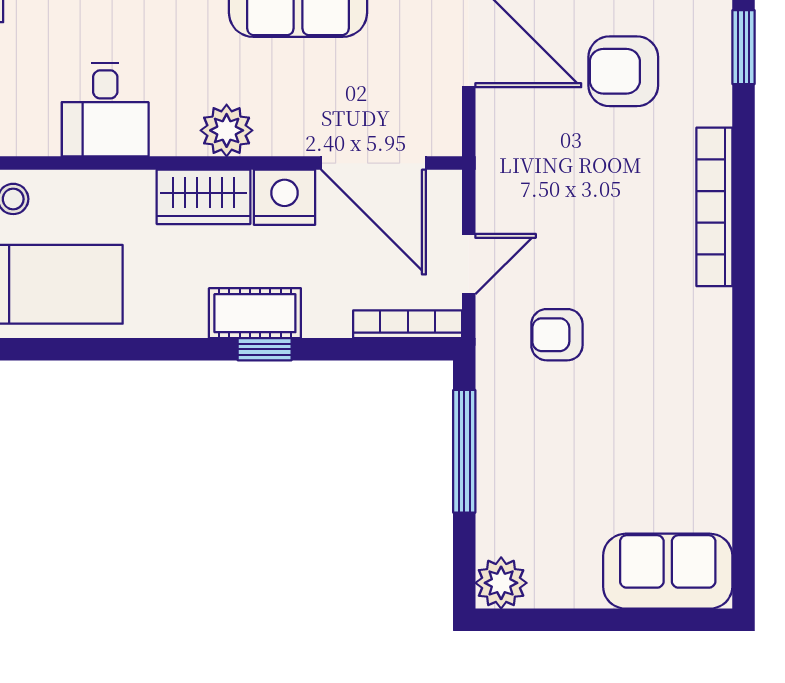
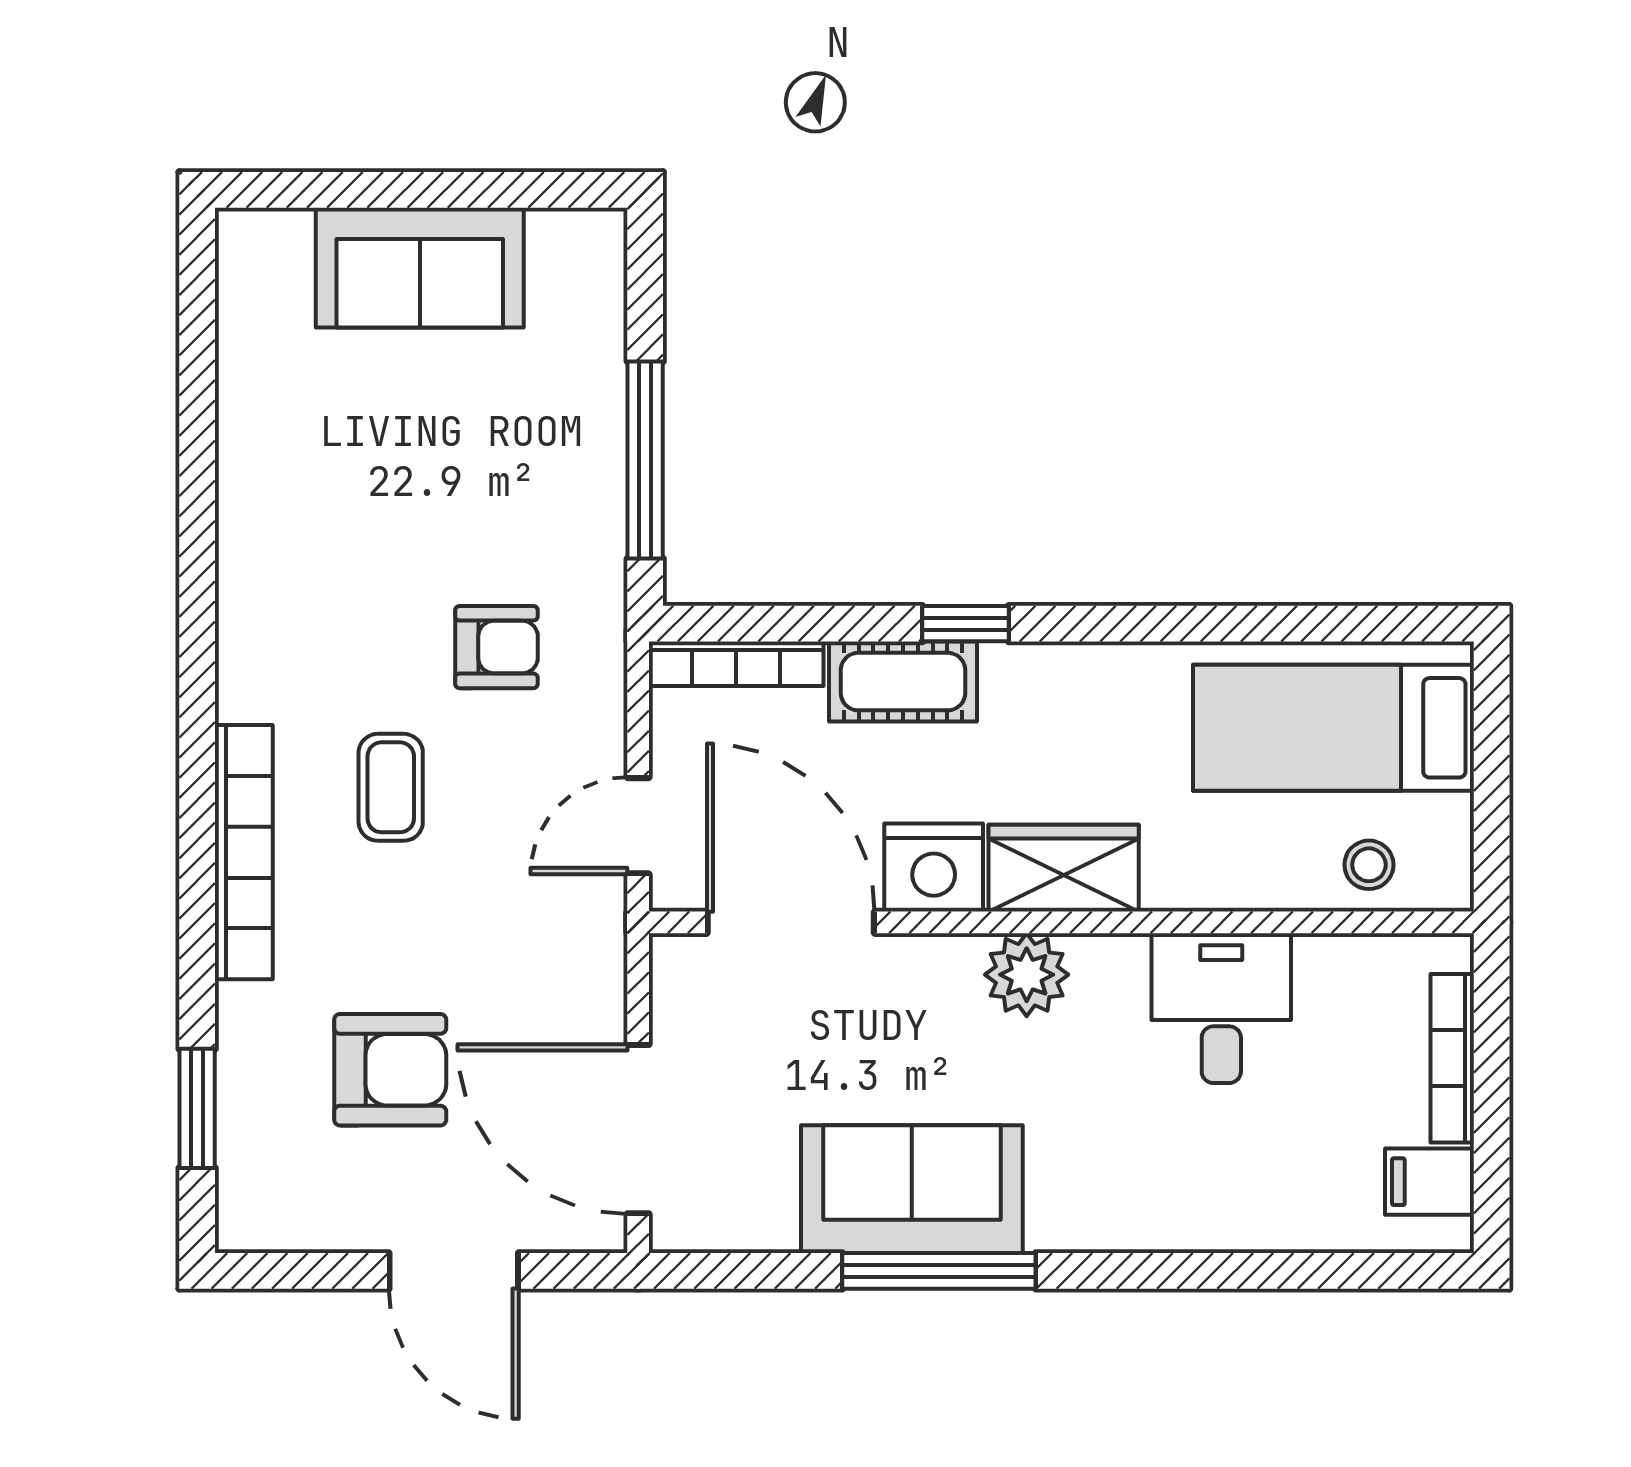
coffee table: (623, 247) -> (391, 787), added
door: (469, 264) -> (638, 826), moved
cot: (255, 313) -> (903, 682), moved
sofa: (668, 571) -> (420, 268), moved
plant: (501, 583) -> (586, 249), removed

